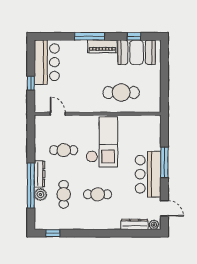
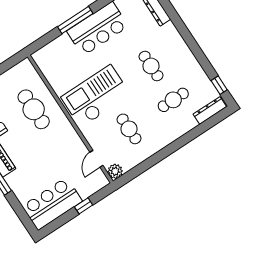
dresser: (40, 174) -> (210, 110), moved
window: (31, 185) -> (186, 139), removed
plant: (40, 194) -> (115, 171), moved

